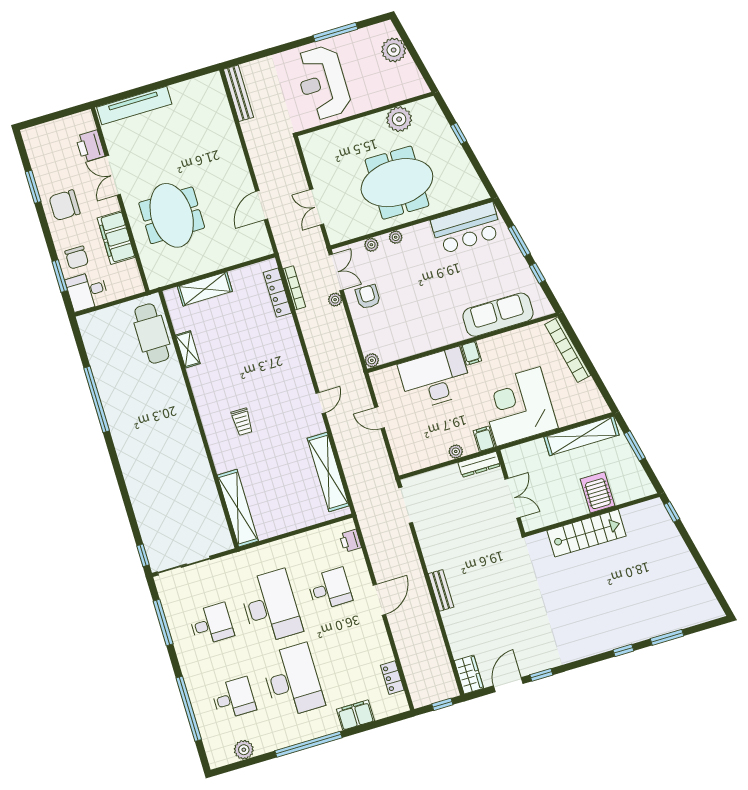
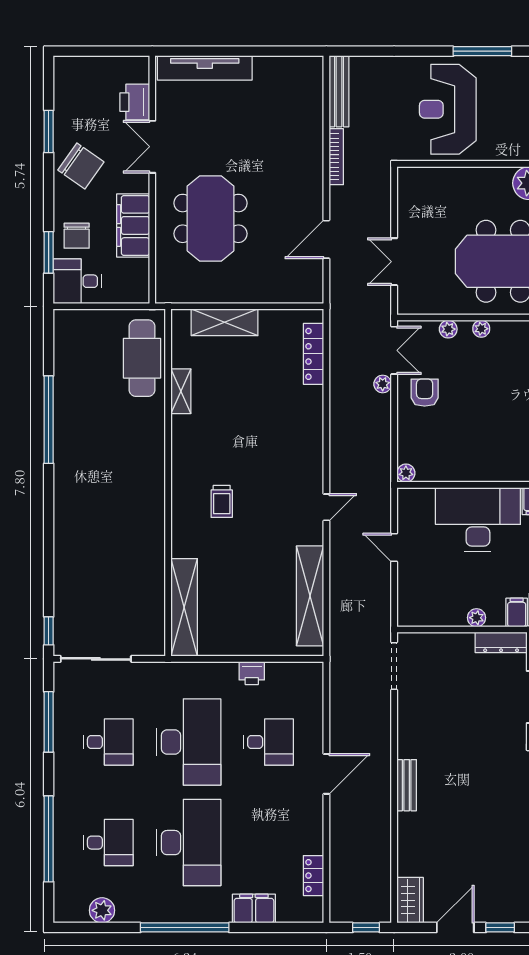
chair: (64, 205) -> (81, 166), turned -145
bookcase: (294, 288) -> (336, 157), moved
printer: (350, 541) -> (252, 673), moved, turned -90

